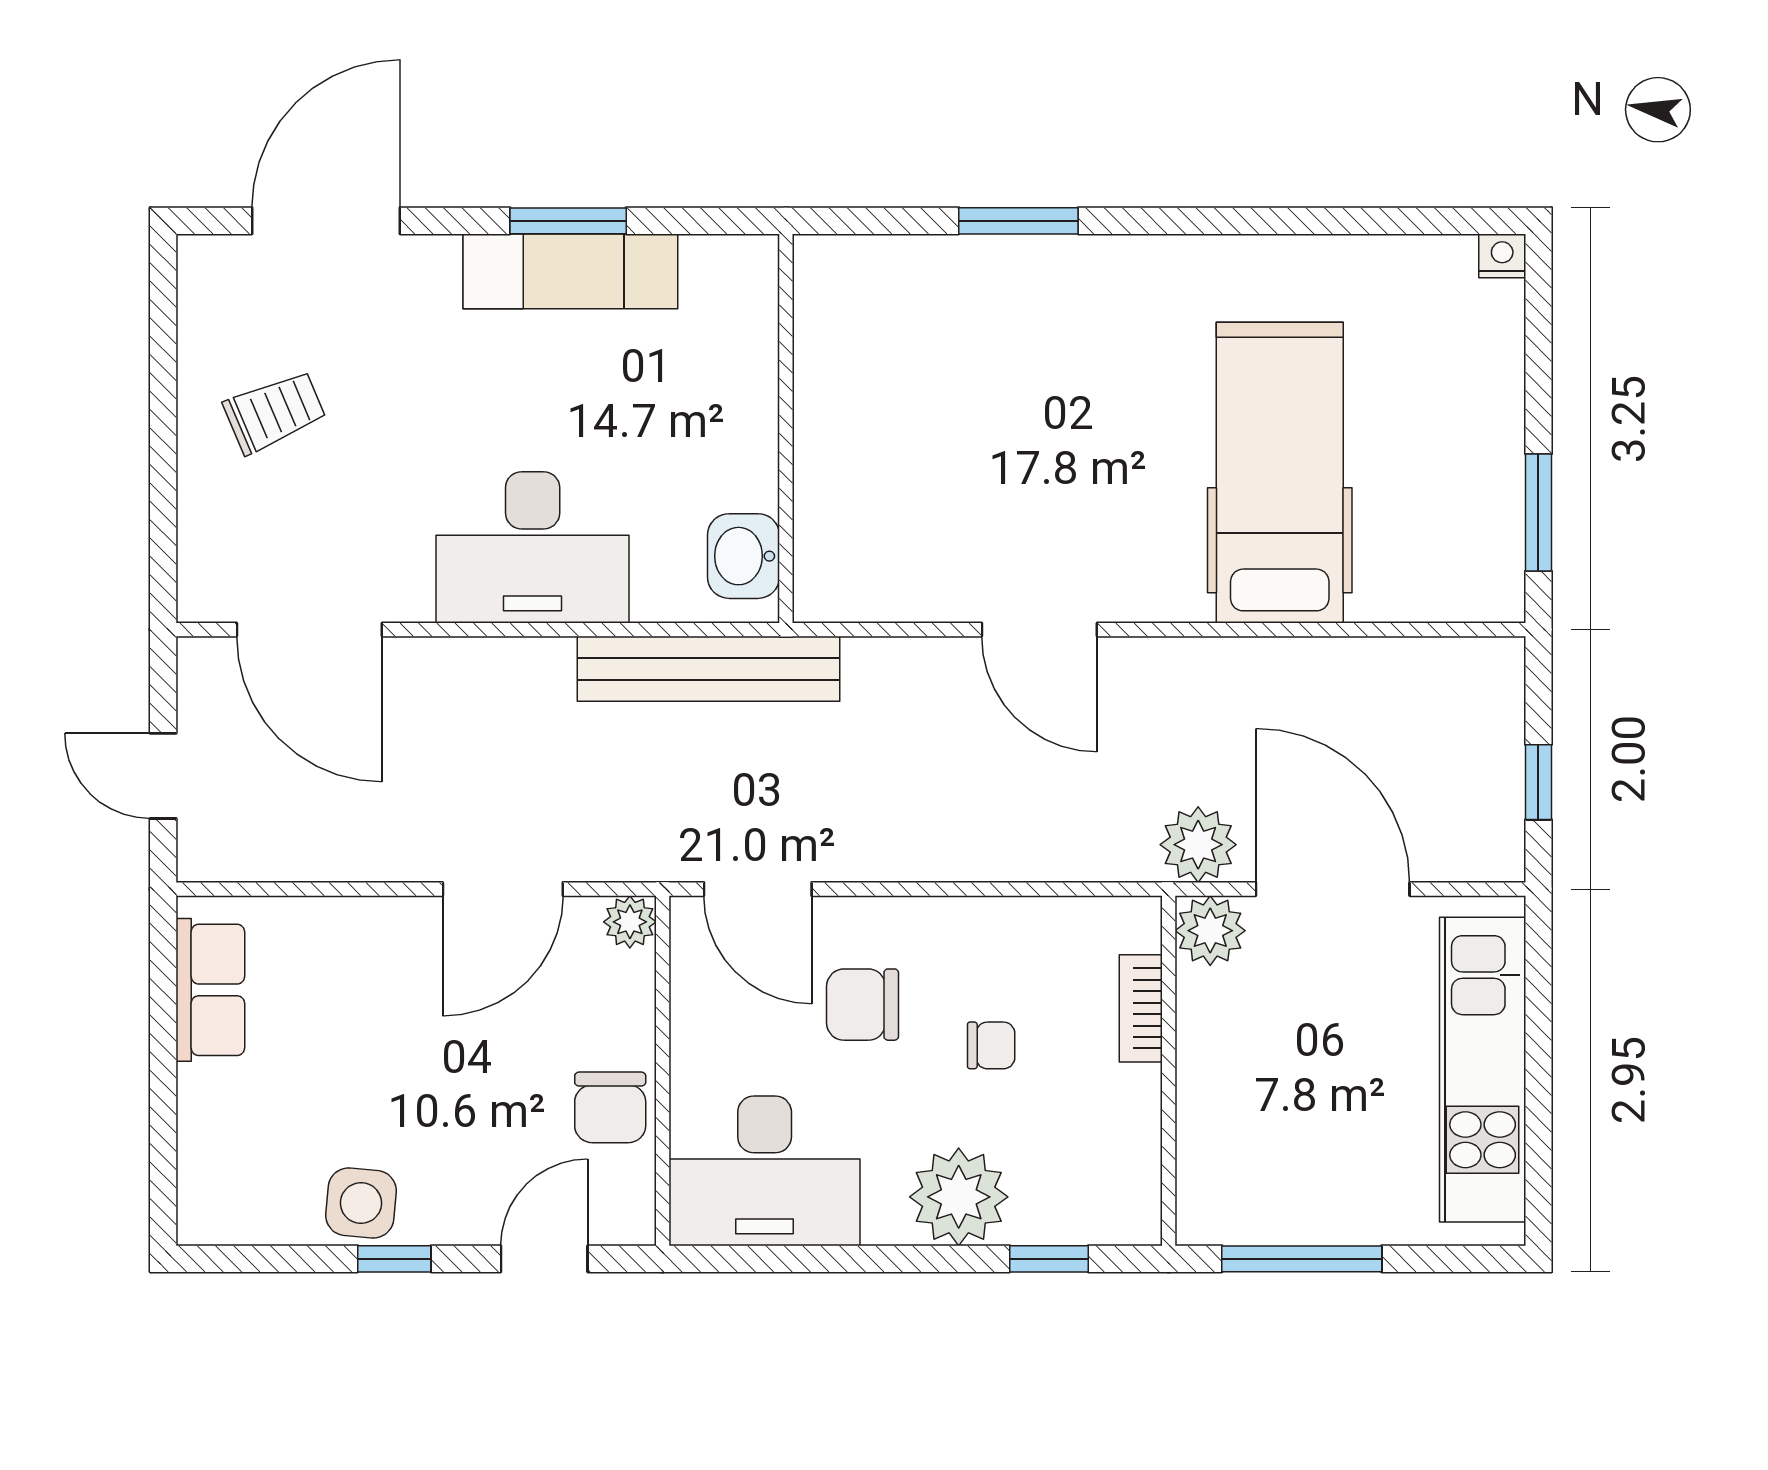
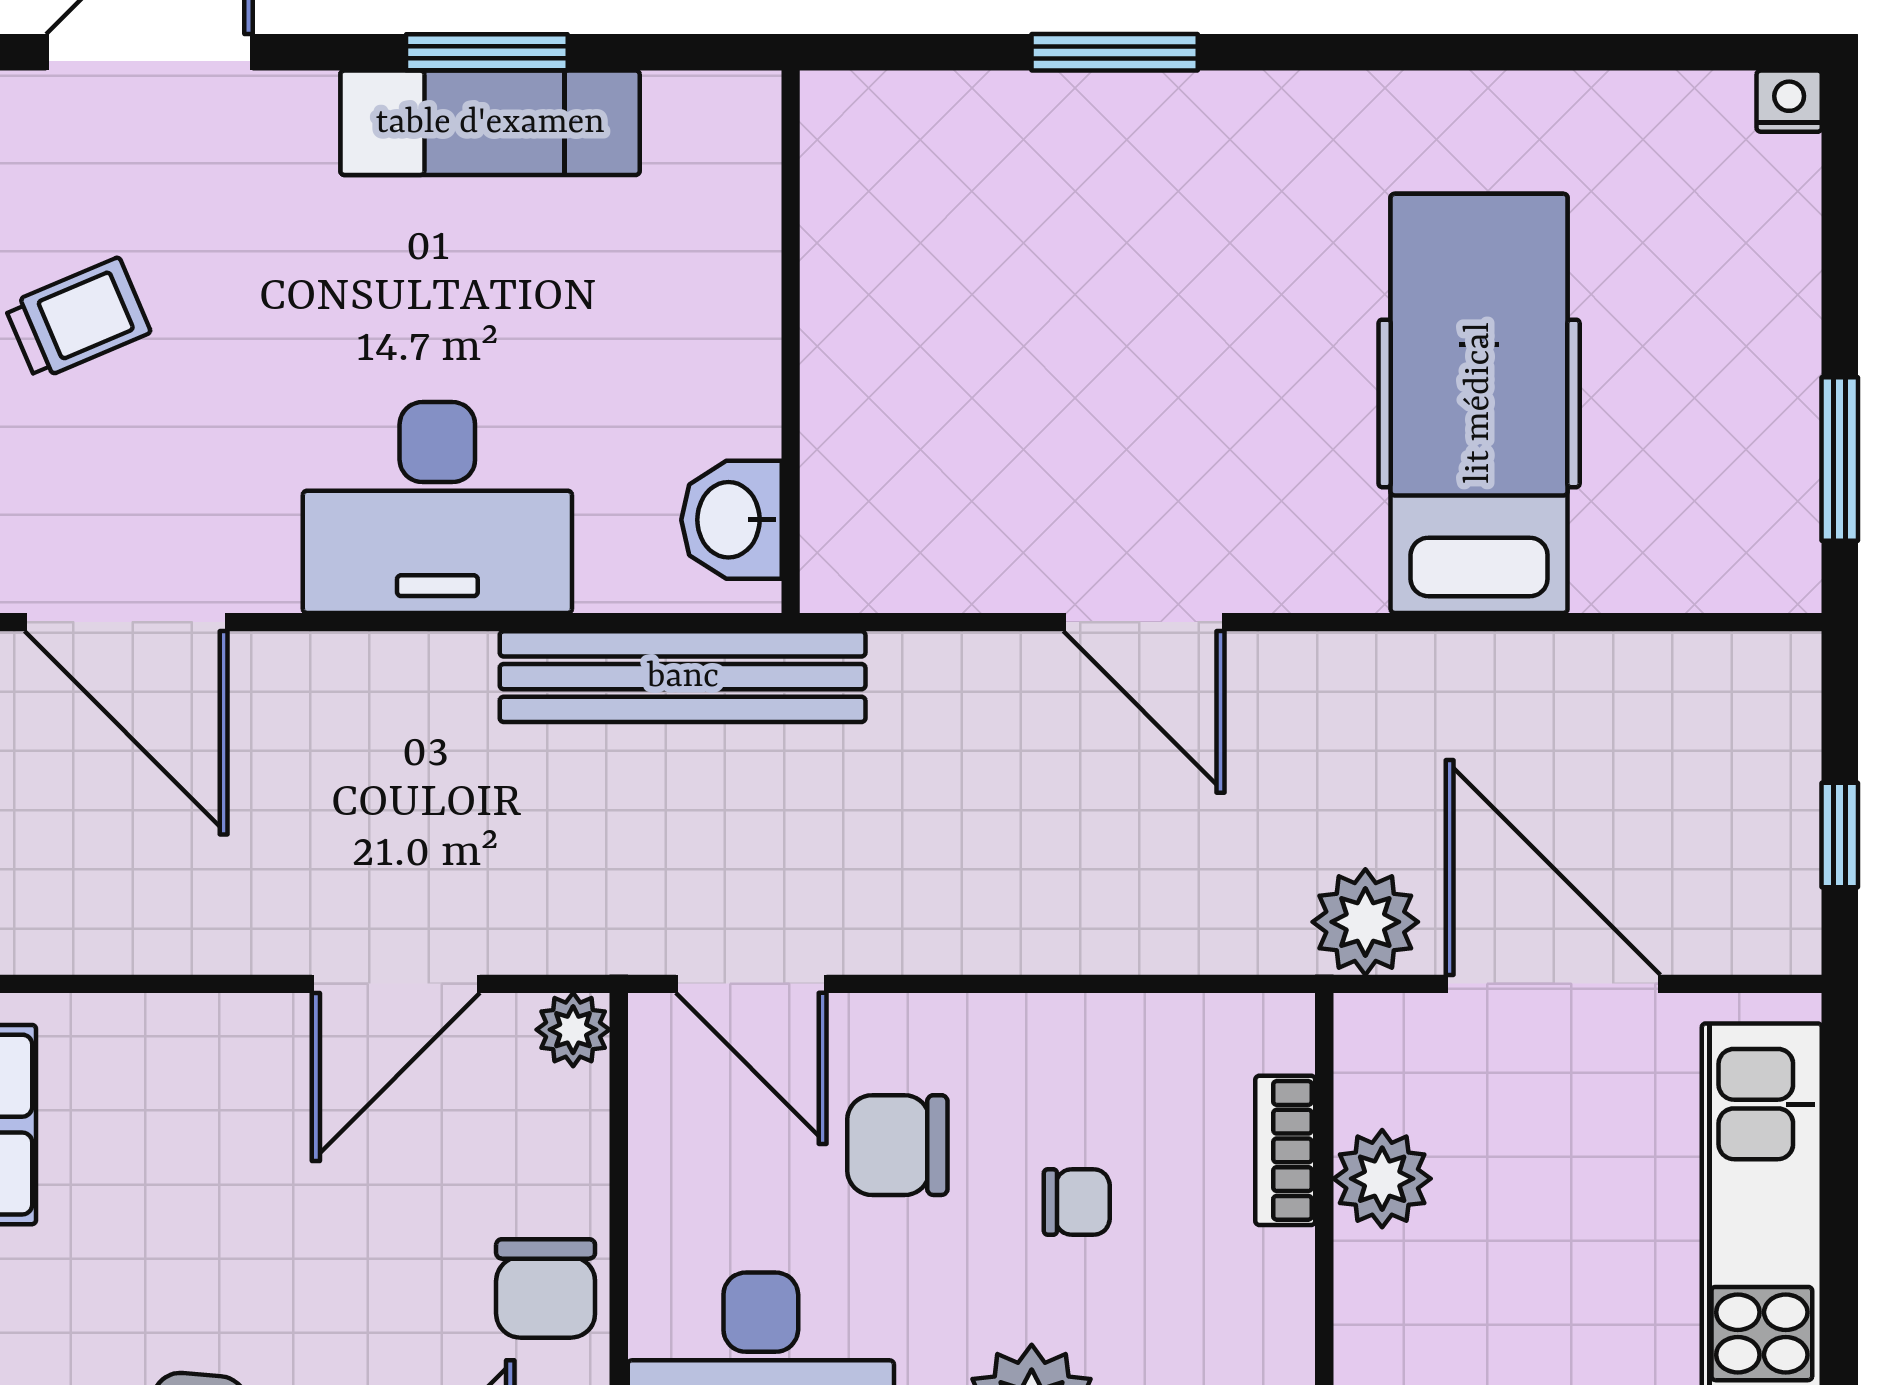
plant: (1210, 931) -> (1382, 1179), moved

